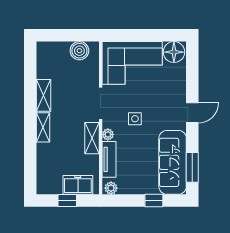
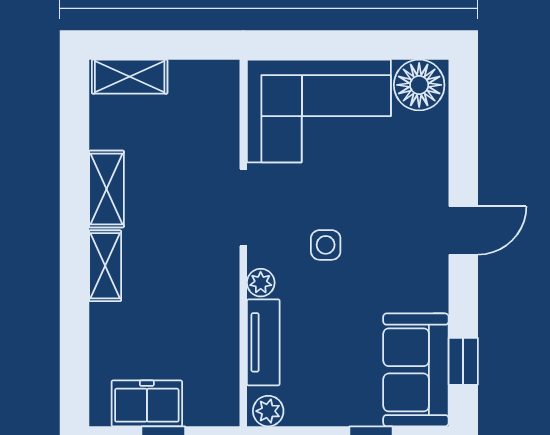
boiler: (79, 51) -> (193, 82), removed
shelving: (92, 138) -> (130, 77), moved, turned 90
sofa: (173, 162) -> (416, 370), width x0.73
window: (192, 167) -> (463, 361), width x0.67
freezer: (78, 185) -> (147, 403), moved

